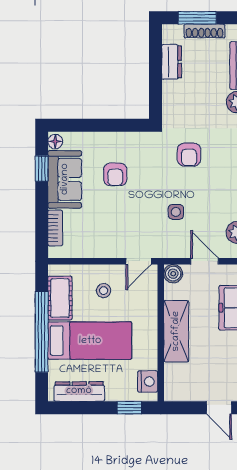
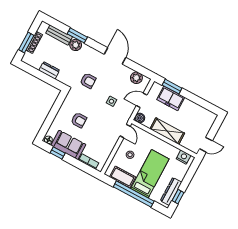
dresser: (172, 62) -> (49, 70), moved
window: (129, 408) -> (178, 197), moved
door: (219, 408) -> (206, 145), moved

